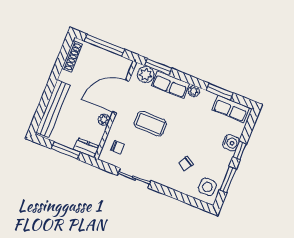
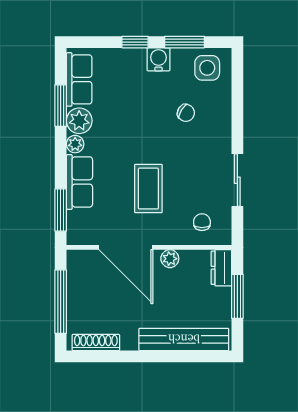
plant: (146, 75) -> (79, 121), moved
water cooler: (231, 143) -> (158, 59), moved

